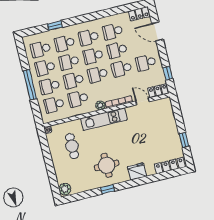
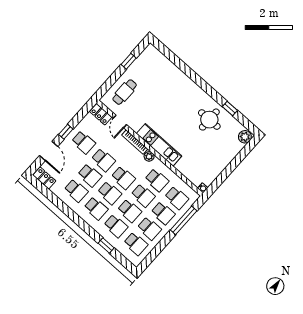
window: (168, 73) -> (66, 132), moved
window: (30, 85) -> (184, 220), moved
cafe table: (72, 146) -> (125, 92), moved
round table: (107, 165) -> (209, 120), moved
locker: (170, 166) -> (160, 58), removed
fridge: (137, 171) -> (185, 84), removed
window: (108, 189) -> (230, 109), moved

